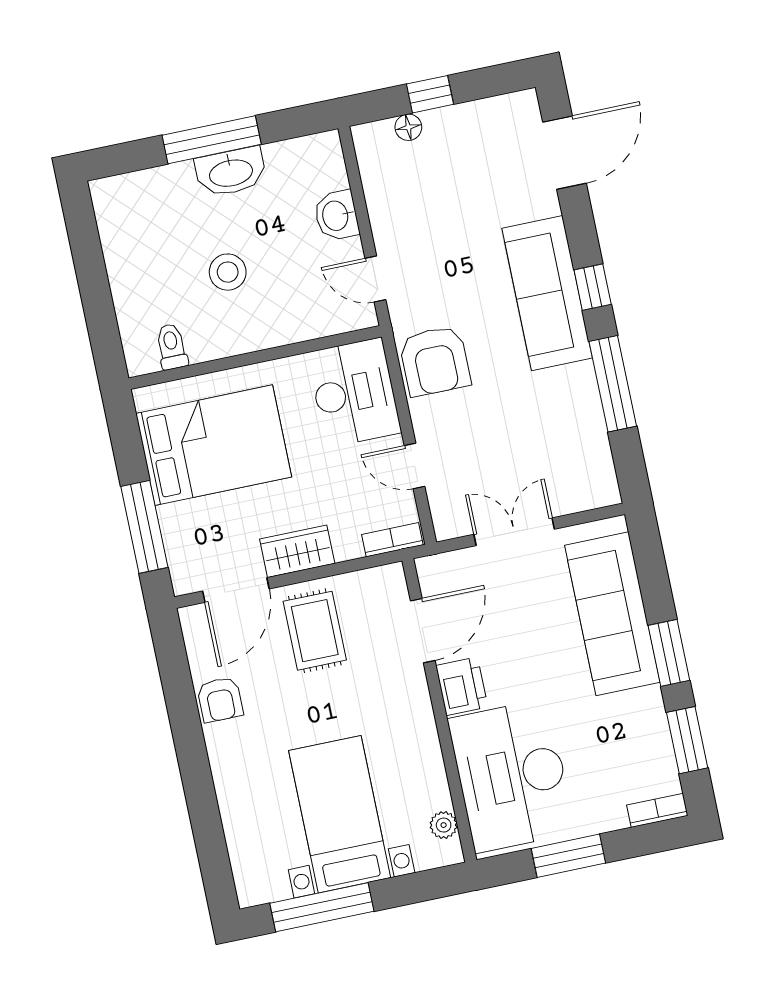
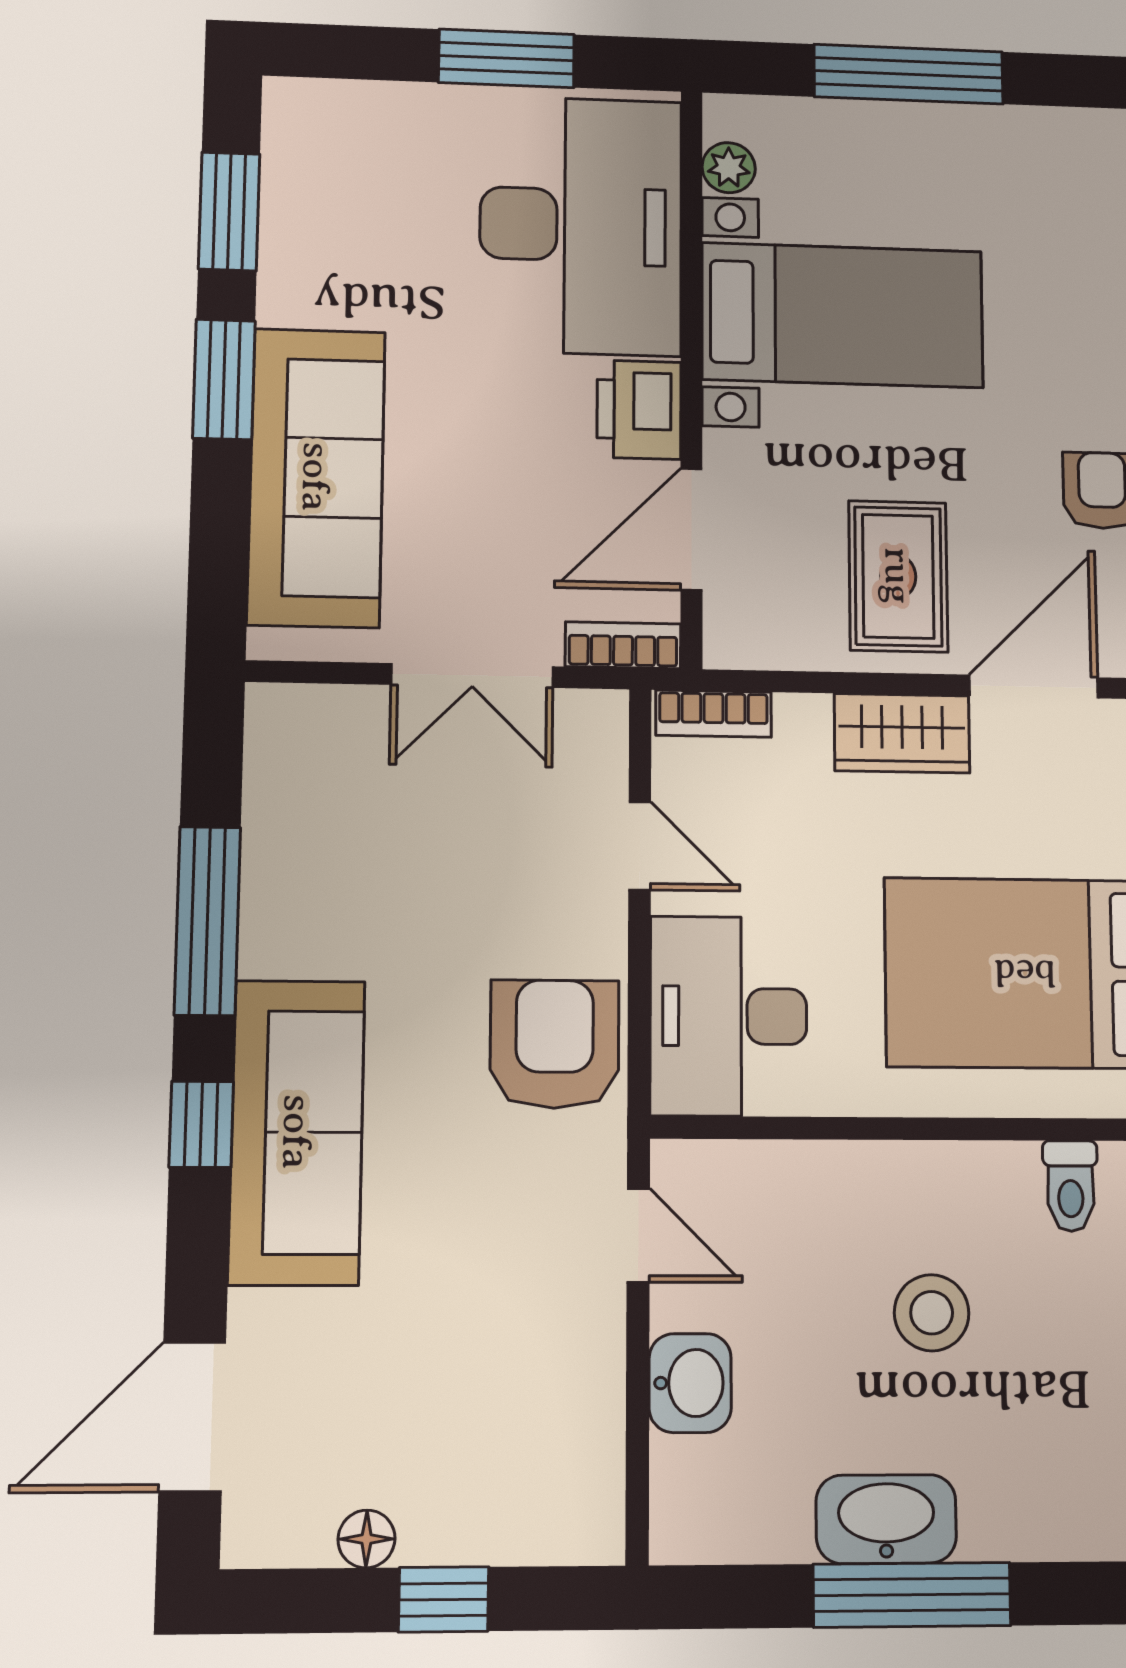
floor lamp: (408, 127) -> (366, 1539), moved
bookcase: (657, 810) -> (623, 645), moved, turned 180
bed with nightstands: (340, 814) -> (843, 315), moved, turned -90
window: (322, 907) -> (909, 74), moved

